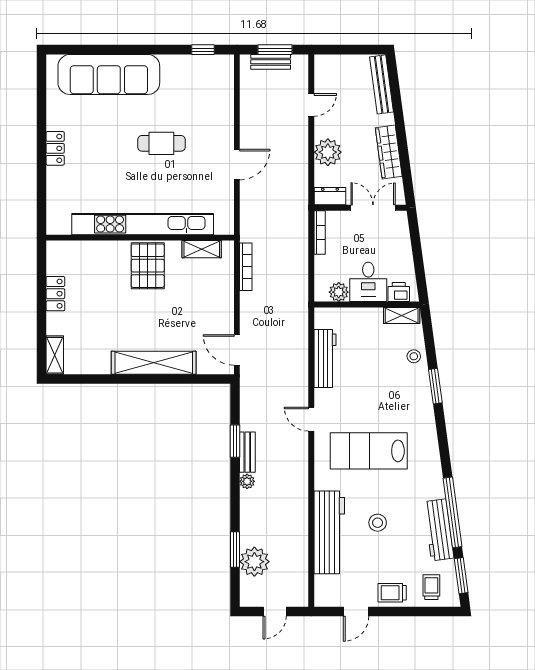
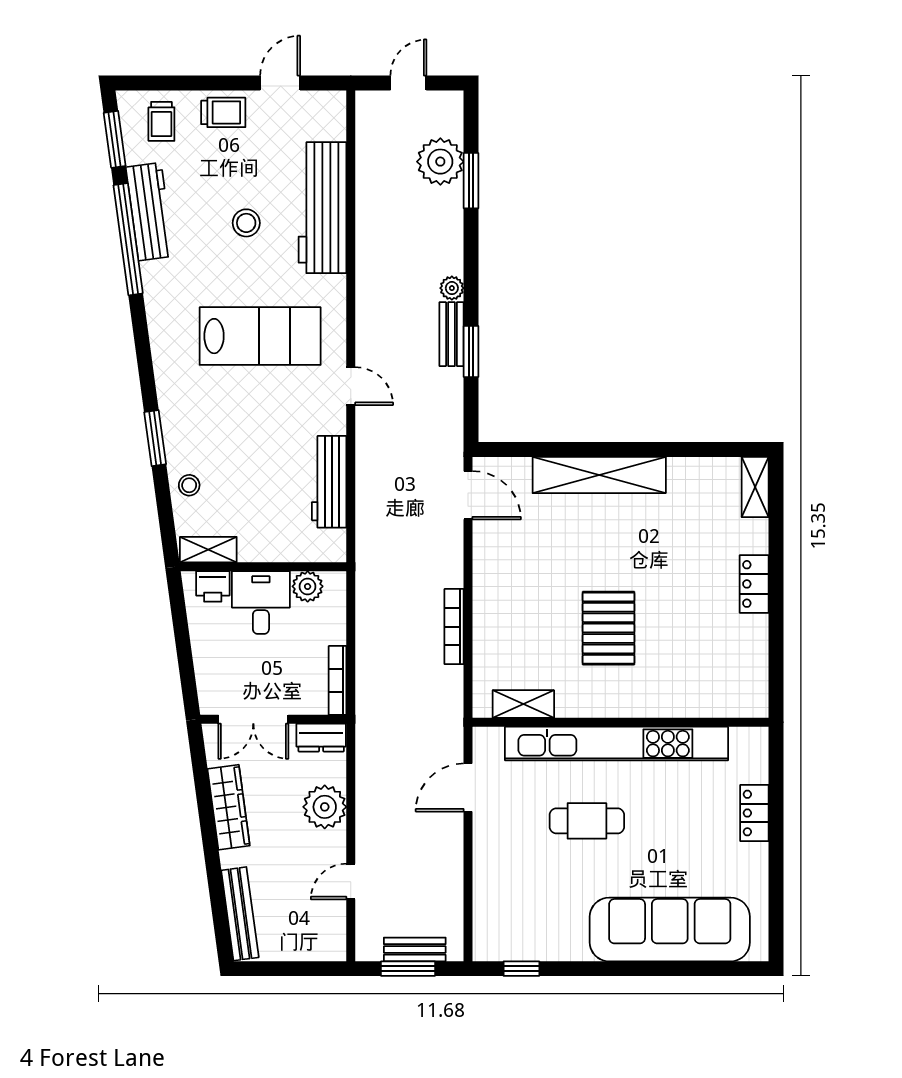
kitchen unit: (143, 224) -> (617, 744), moved
wall: (140, 238) -> (621, 722), moved
shelving: (202, 249) -> (523, 704), moved

